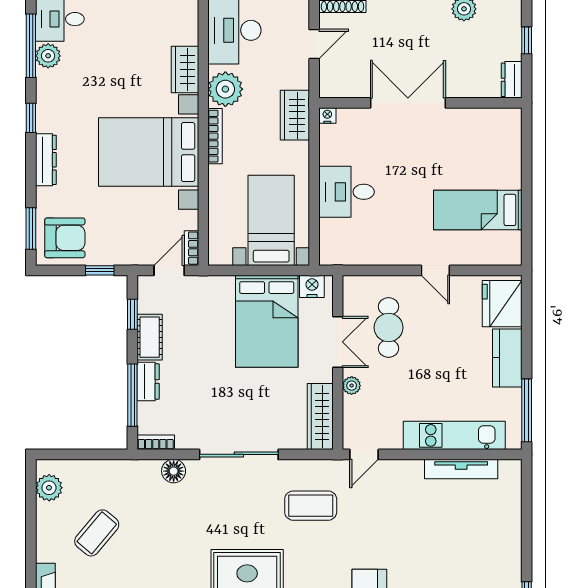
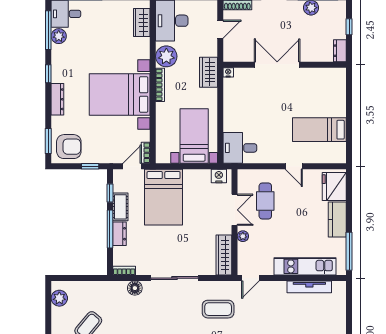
wardrobe: (185, 69) -> (142, 23), moved
desk: (347, 192) -> (240, 148), moved
bed: (267, 321) -> (164, 197), moved
window: (132, 395) -> (110, 229), moved

